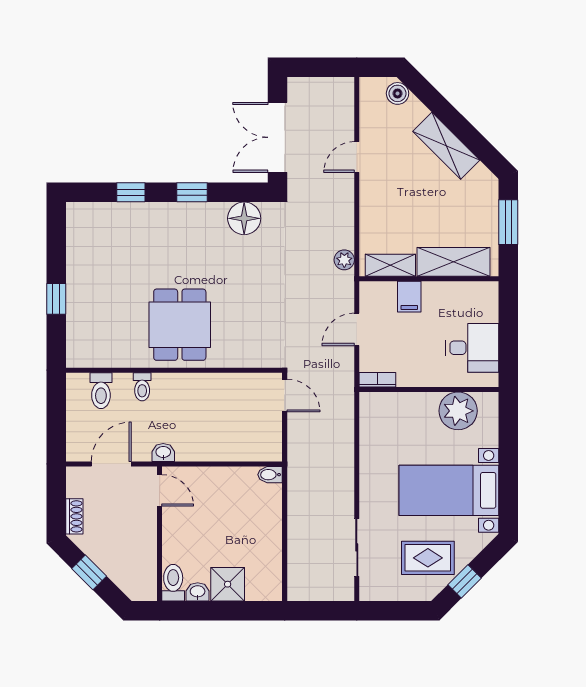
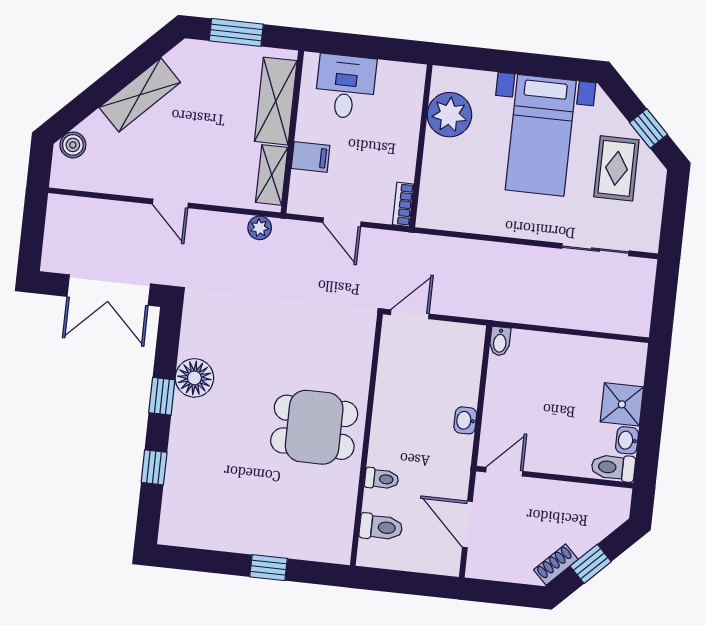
door: (357, 157) -> (170, 203), moved
floor lamp: (244, 218) -> (194, 378), moved
desk: (472, 348) -> (345, 87), moved
washbasin: (163, 453) -> (465, 420), moved
shoe rack: (74, 516) -> (556, 565), moved, turned -45

